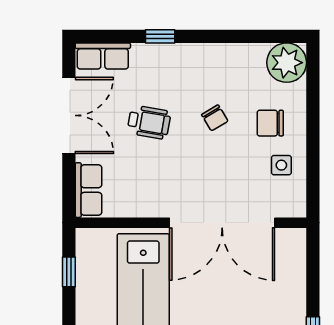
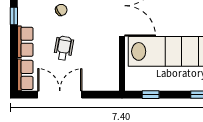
window: (160, 36) -> (14, 16), moved
row of seats: (88, 190) -> (25, 42), moved, turned 90

